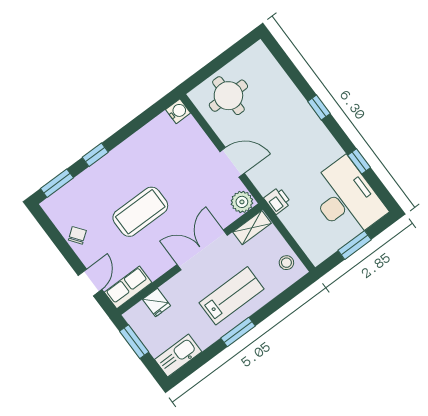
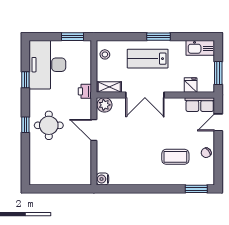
round table: (228, 96) -> (49, 125), moved
window: (95, 155) -> (164, 189), removed
coffee table: (140, 212) -> (175, 157), moved, width x0.73, depth x0.76
window: (355, 245) -> (72, 37), moved

